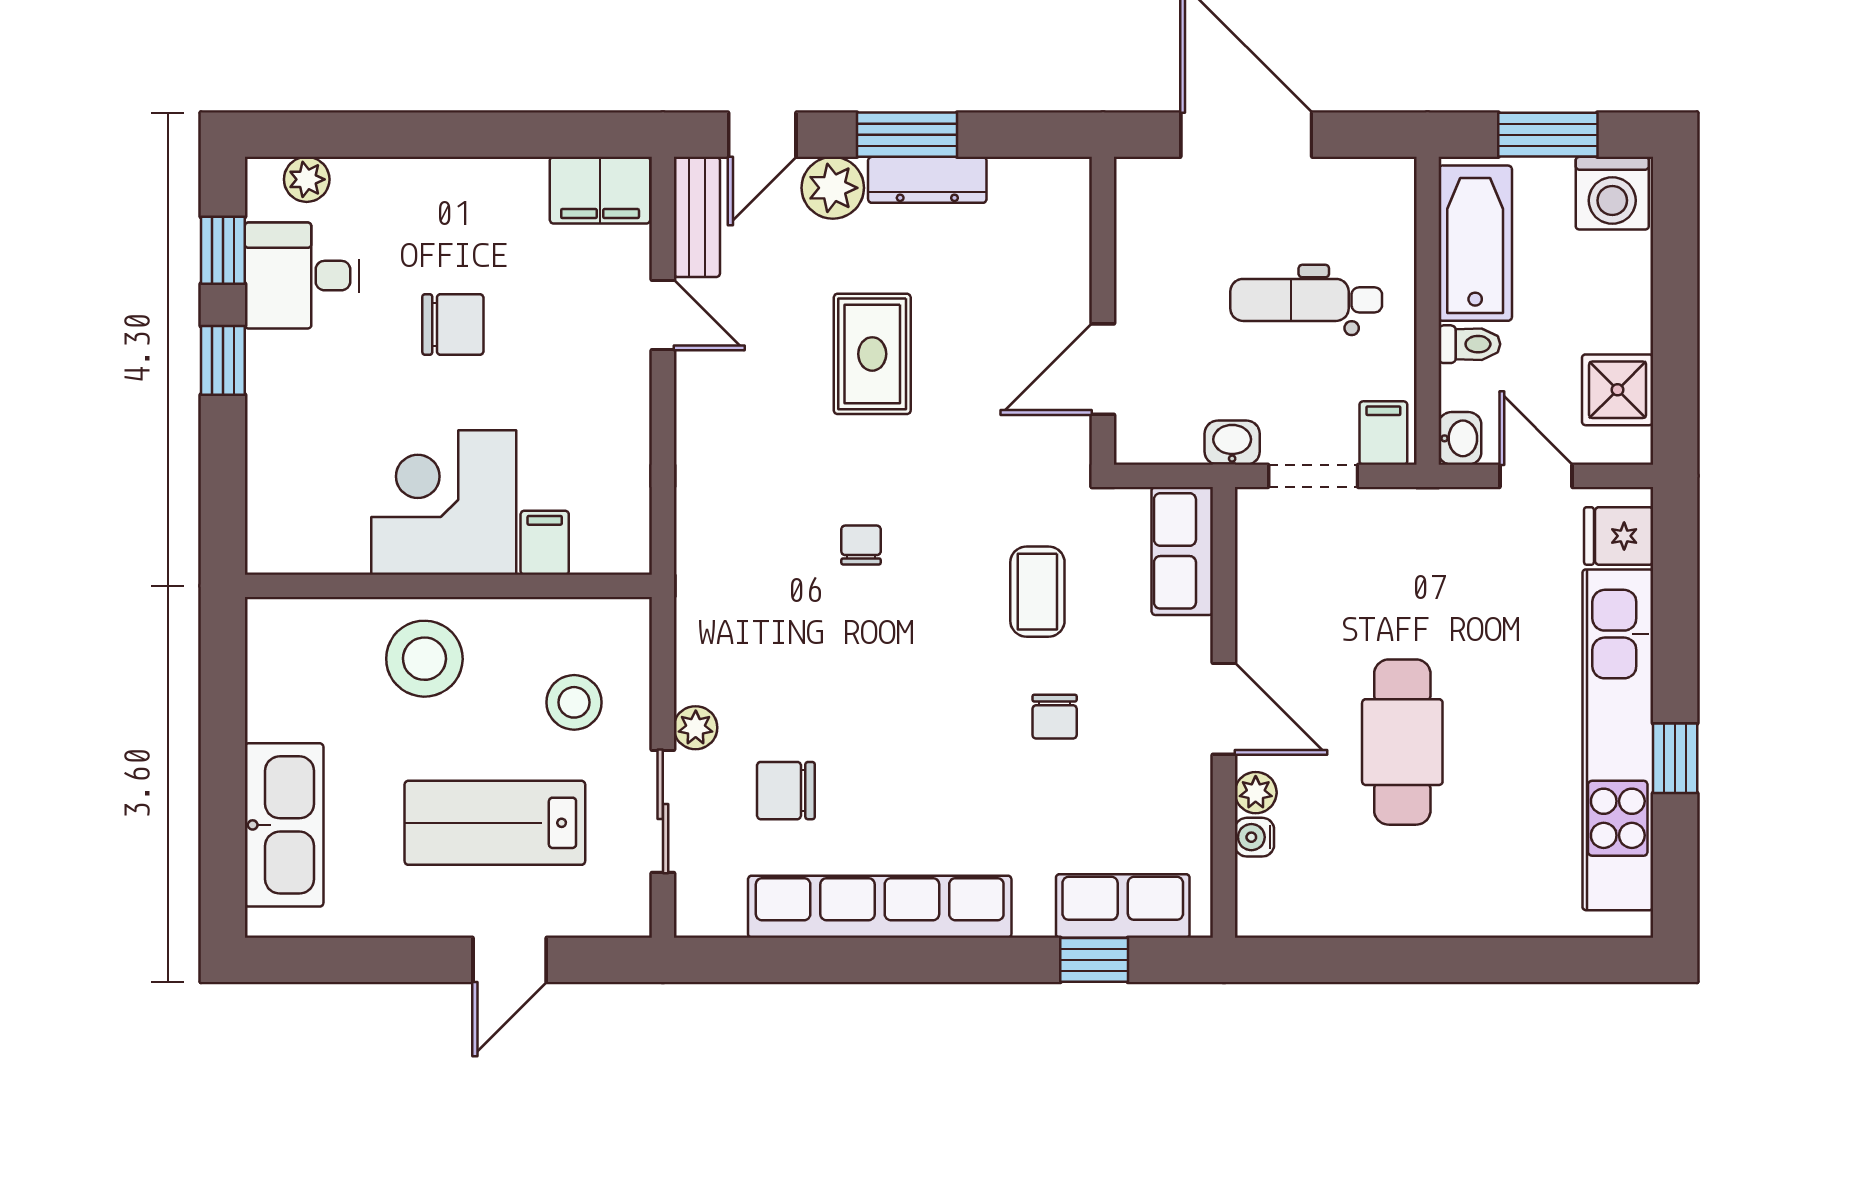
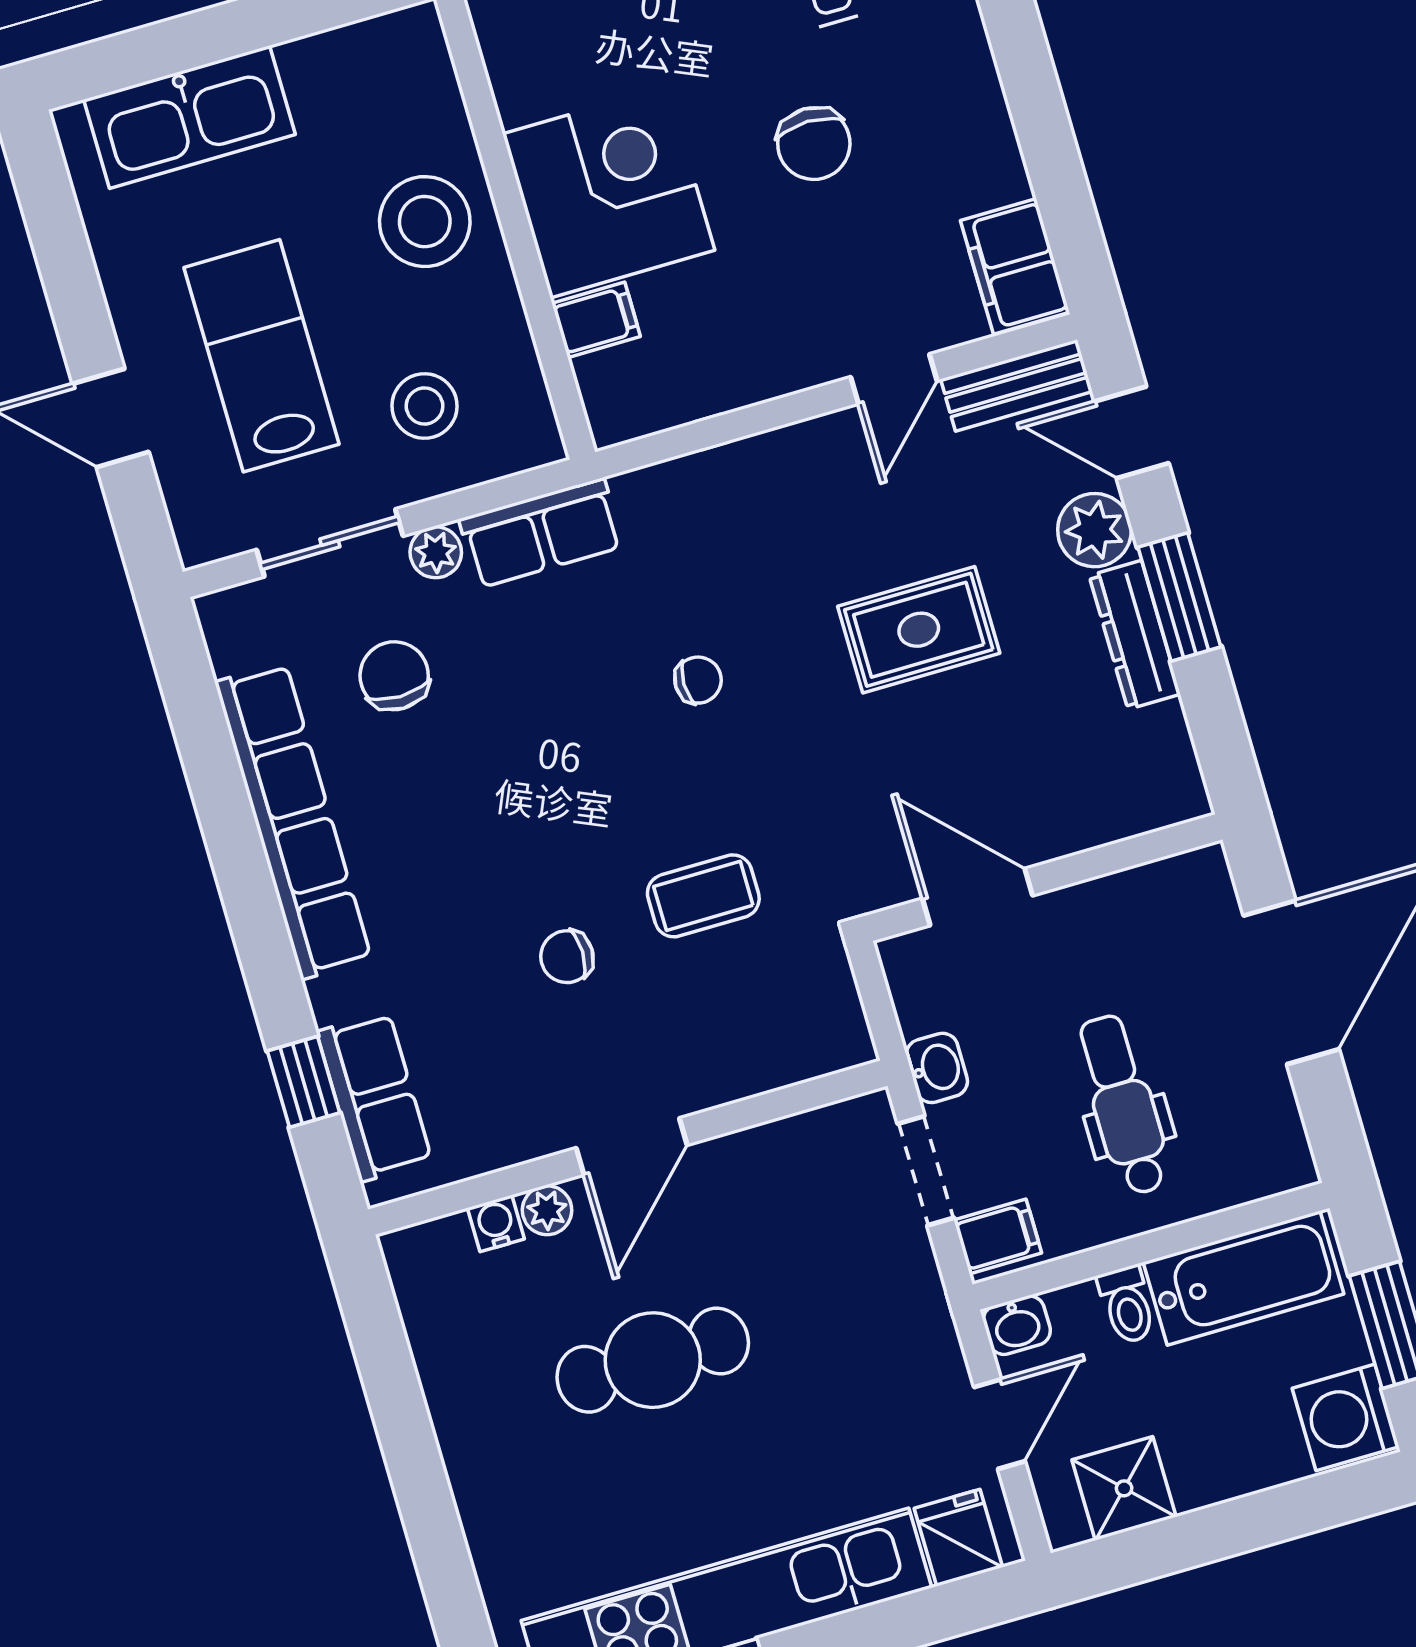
row of seats: (1182, 551) -> (541, 533), moved, turned 180

